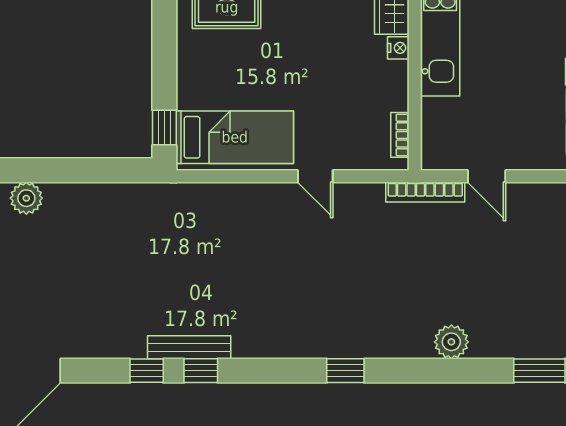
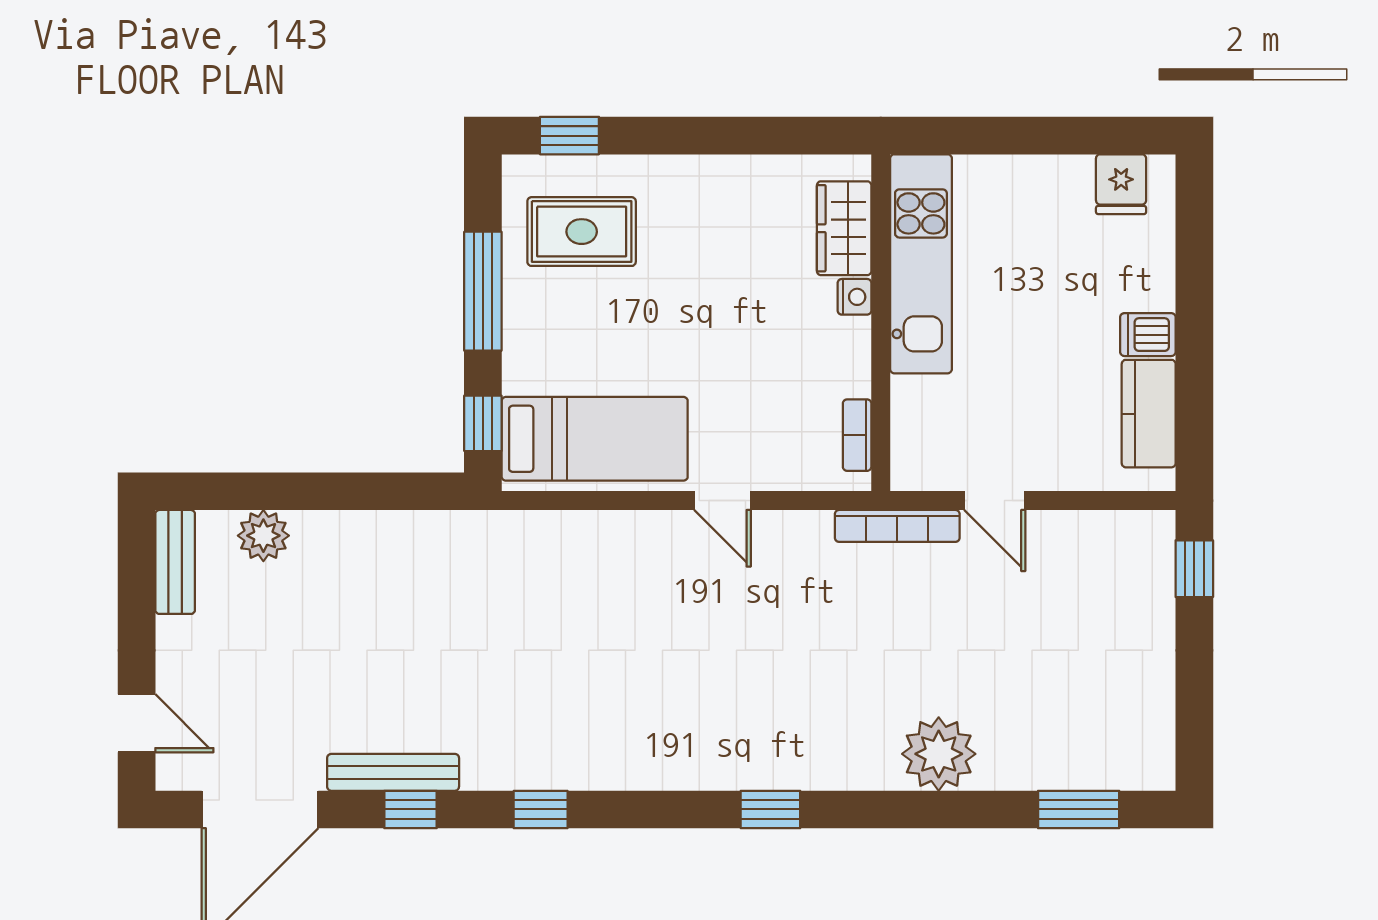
window: (164, 44) -> (483, 291), added
plant: (451, 342) -> (939, 754), width x1.36, depth x1.36
bench: (189, 347) -> (393, 772), moved
window: (147, 371) -> (410, 809), moved

